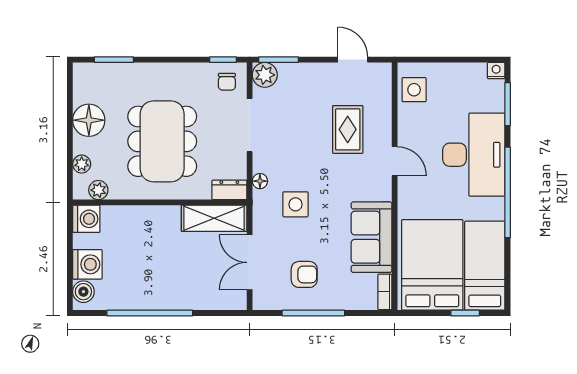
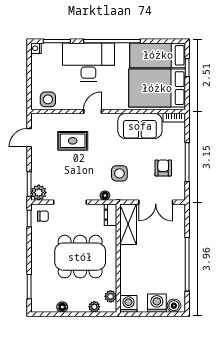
floor lamp: (89, 120) -> (62, 307), width x0.53, depth x0.53

